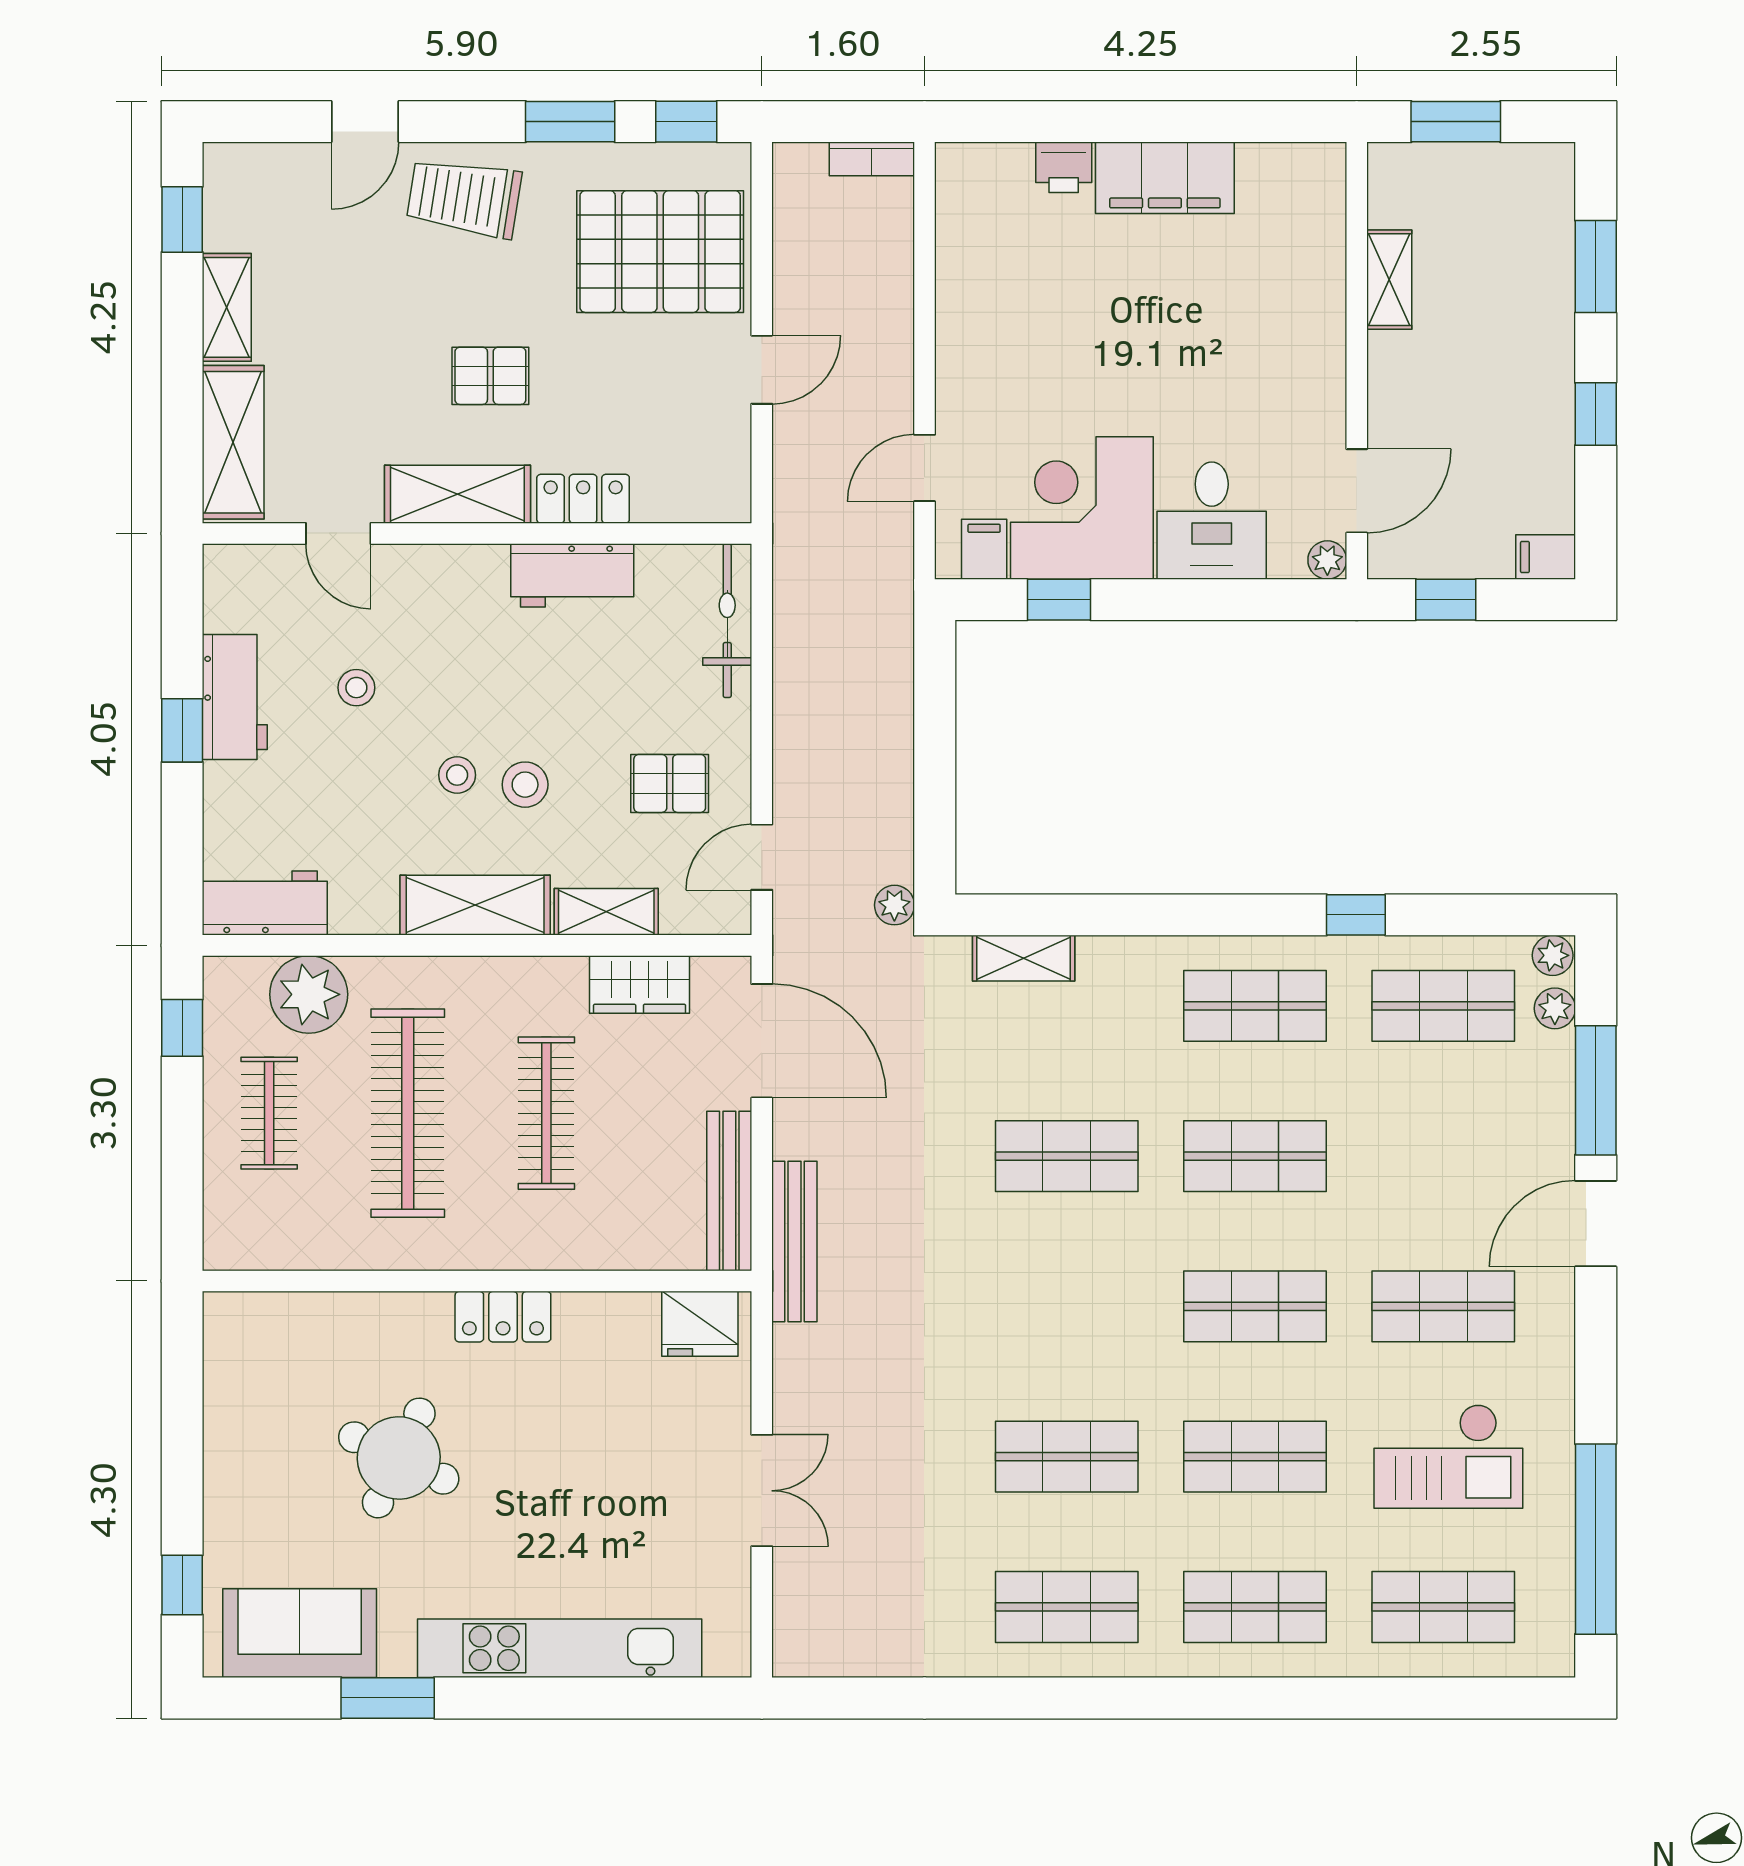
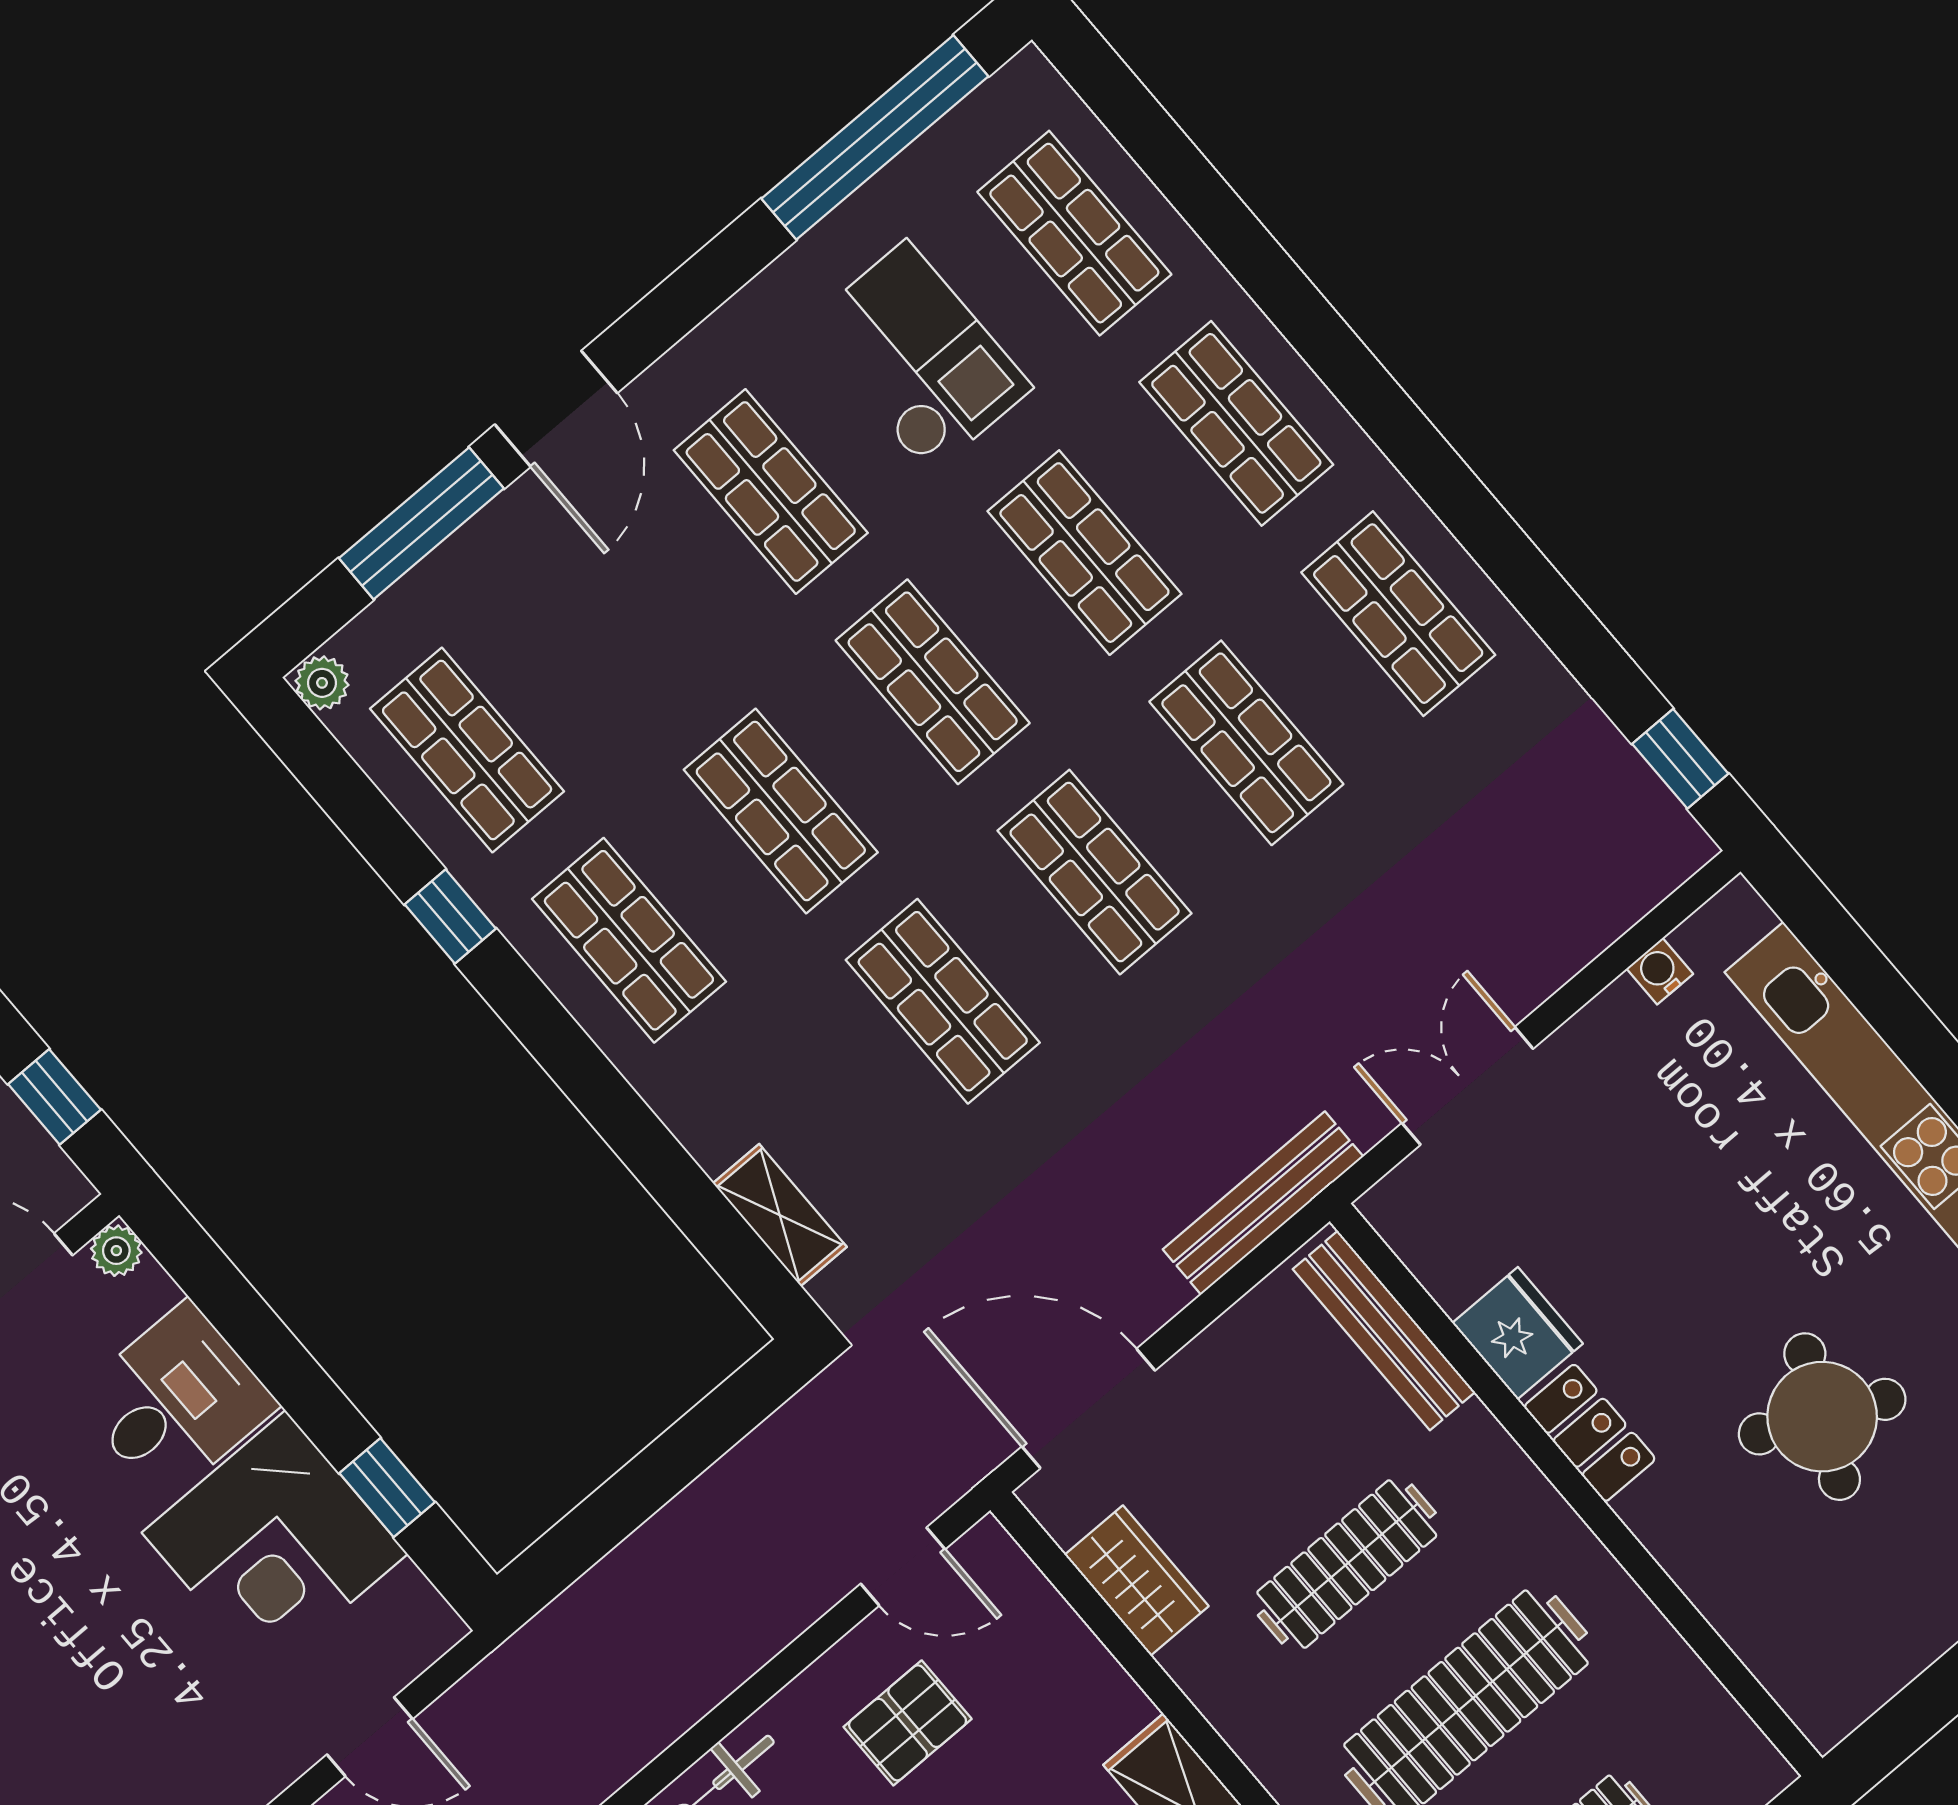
filing cabinet: (984, 549) -> (401, 1607), removed
pallet: (670, 783) -> (908, 1723), turned 90
plant: (894, 905) -> (837, 1391), removed
shelving: (606, 912) -> (1092, 1677), removed
plant: (1555, 1008) -> (374, 635), removed
door: (762, 1041) -> (1088, 1408), hinge flipped
bench: (729, 1191) -> (1384, 1331), moved, turned 90
door: (1596, 1224) -> (556, 409), hinge flipped
shop shelf: (1067, 1306) -> (1095, 872), added
fridge: (700, 1324) -> (1517, 1333), moved
double door: (762, 1491) -> (1468, 1086), moved
water cooler: (734, 1582) -> (1660, 971), added
window: (846, 1698) -> (1680, 759), added

